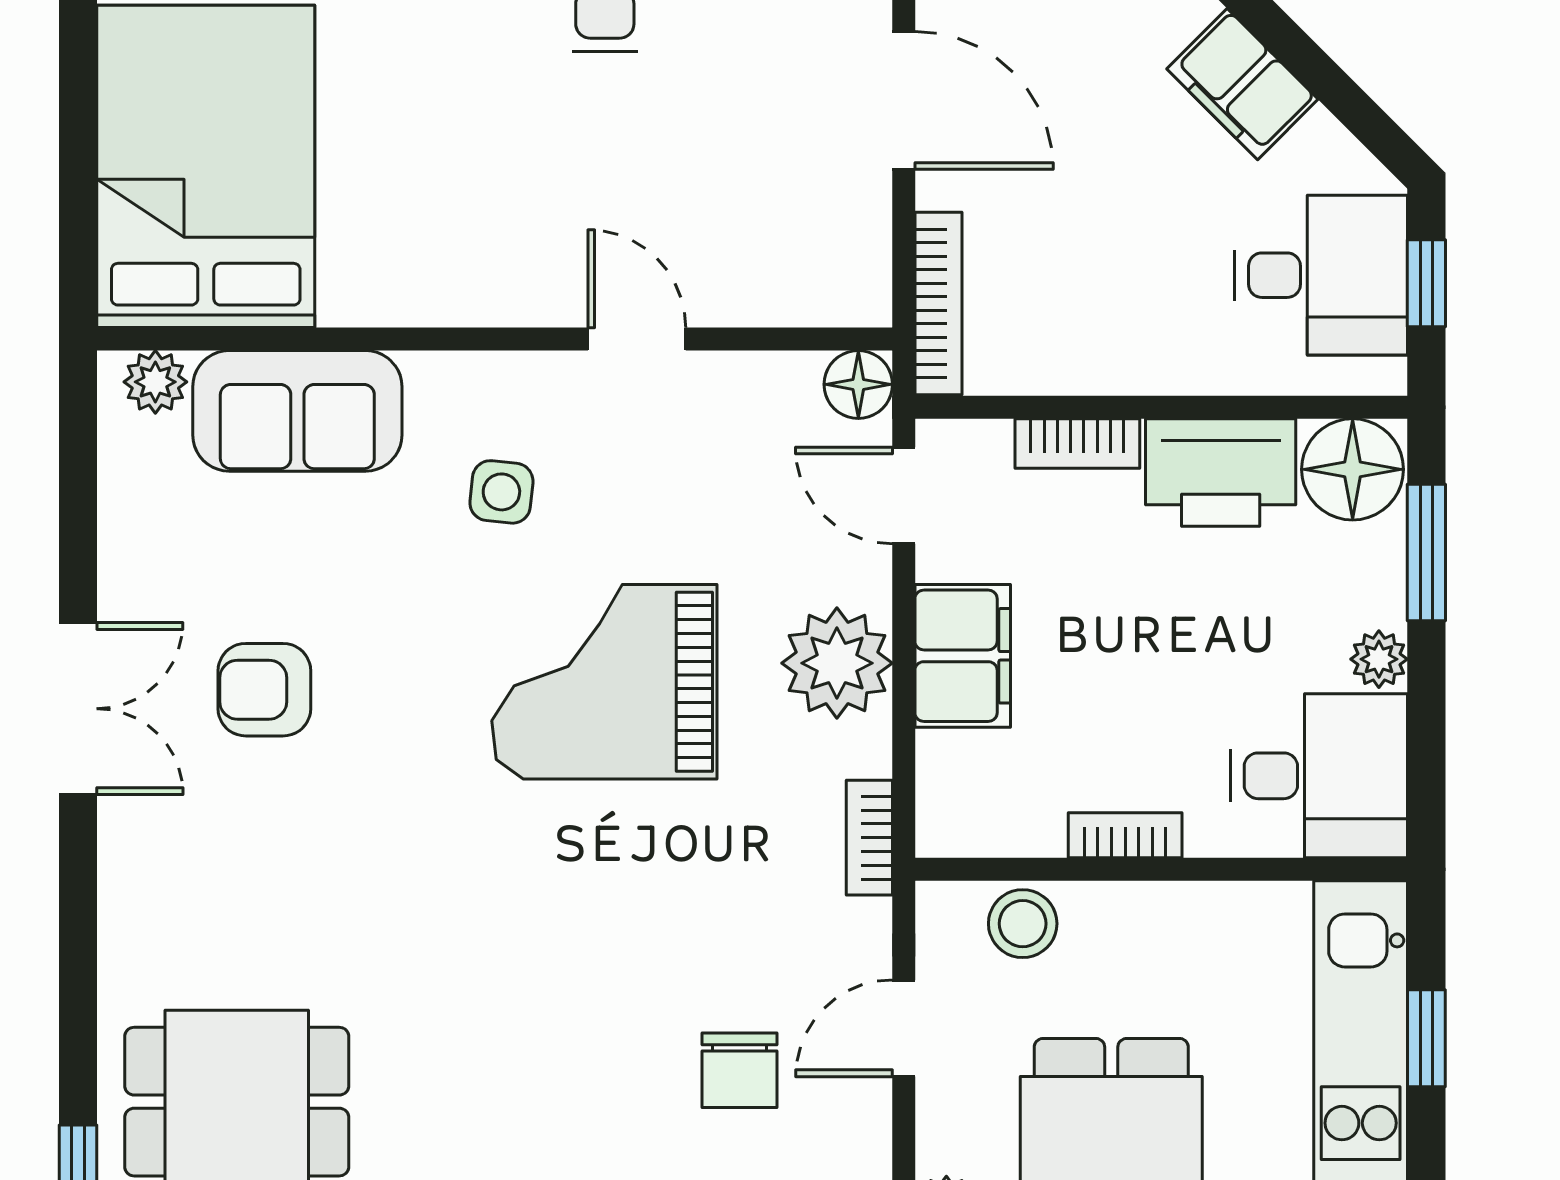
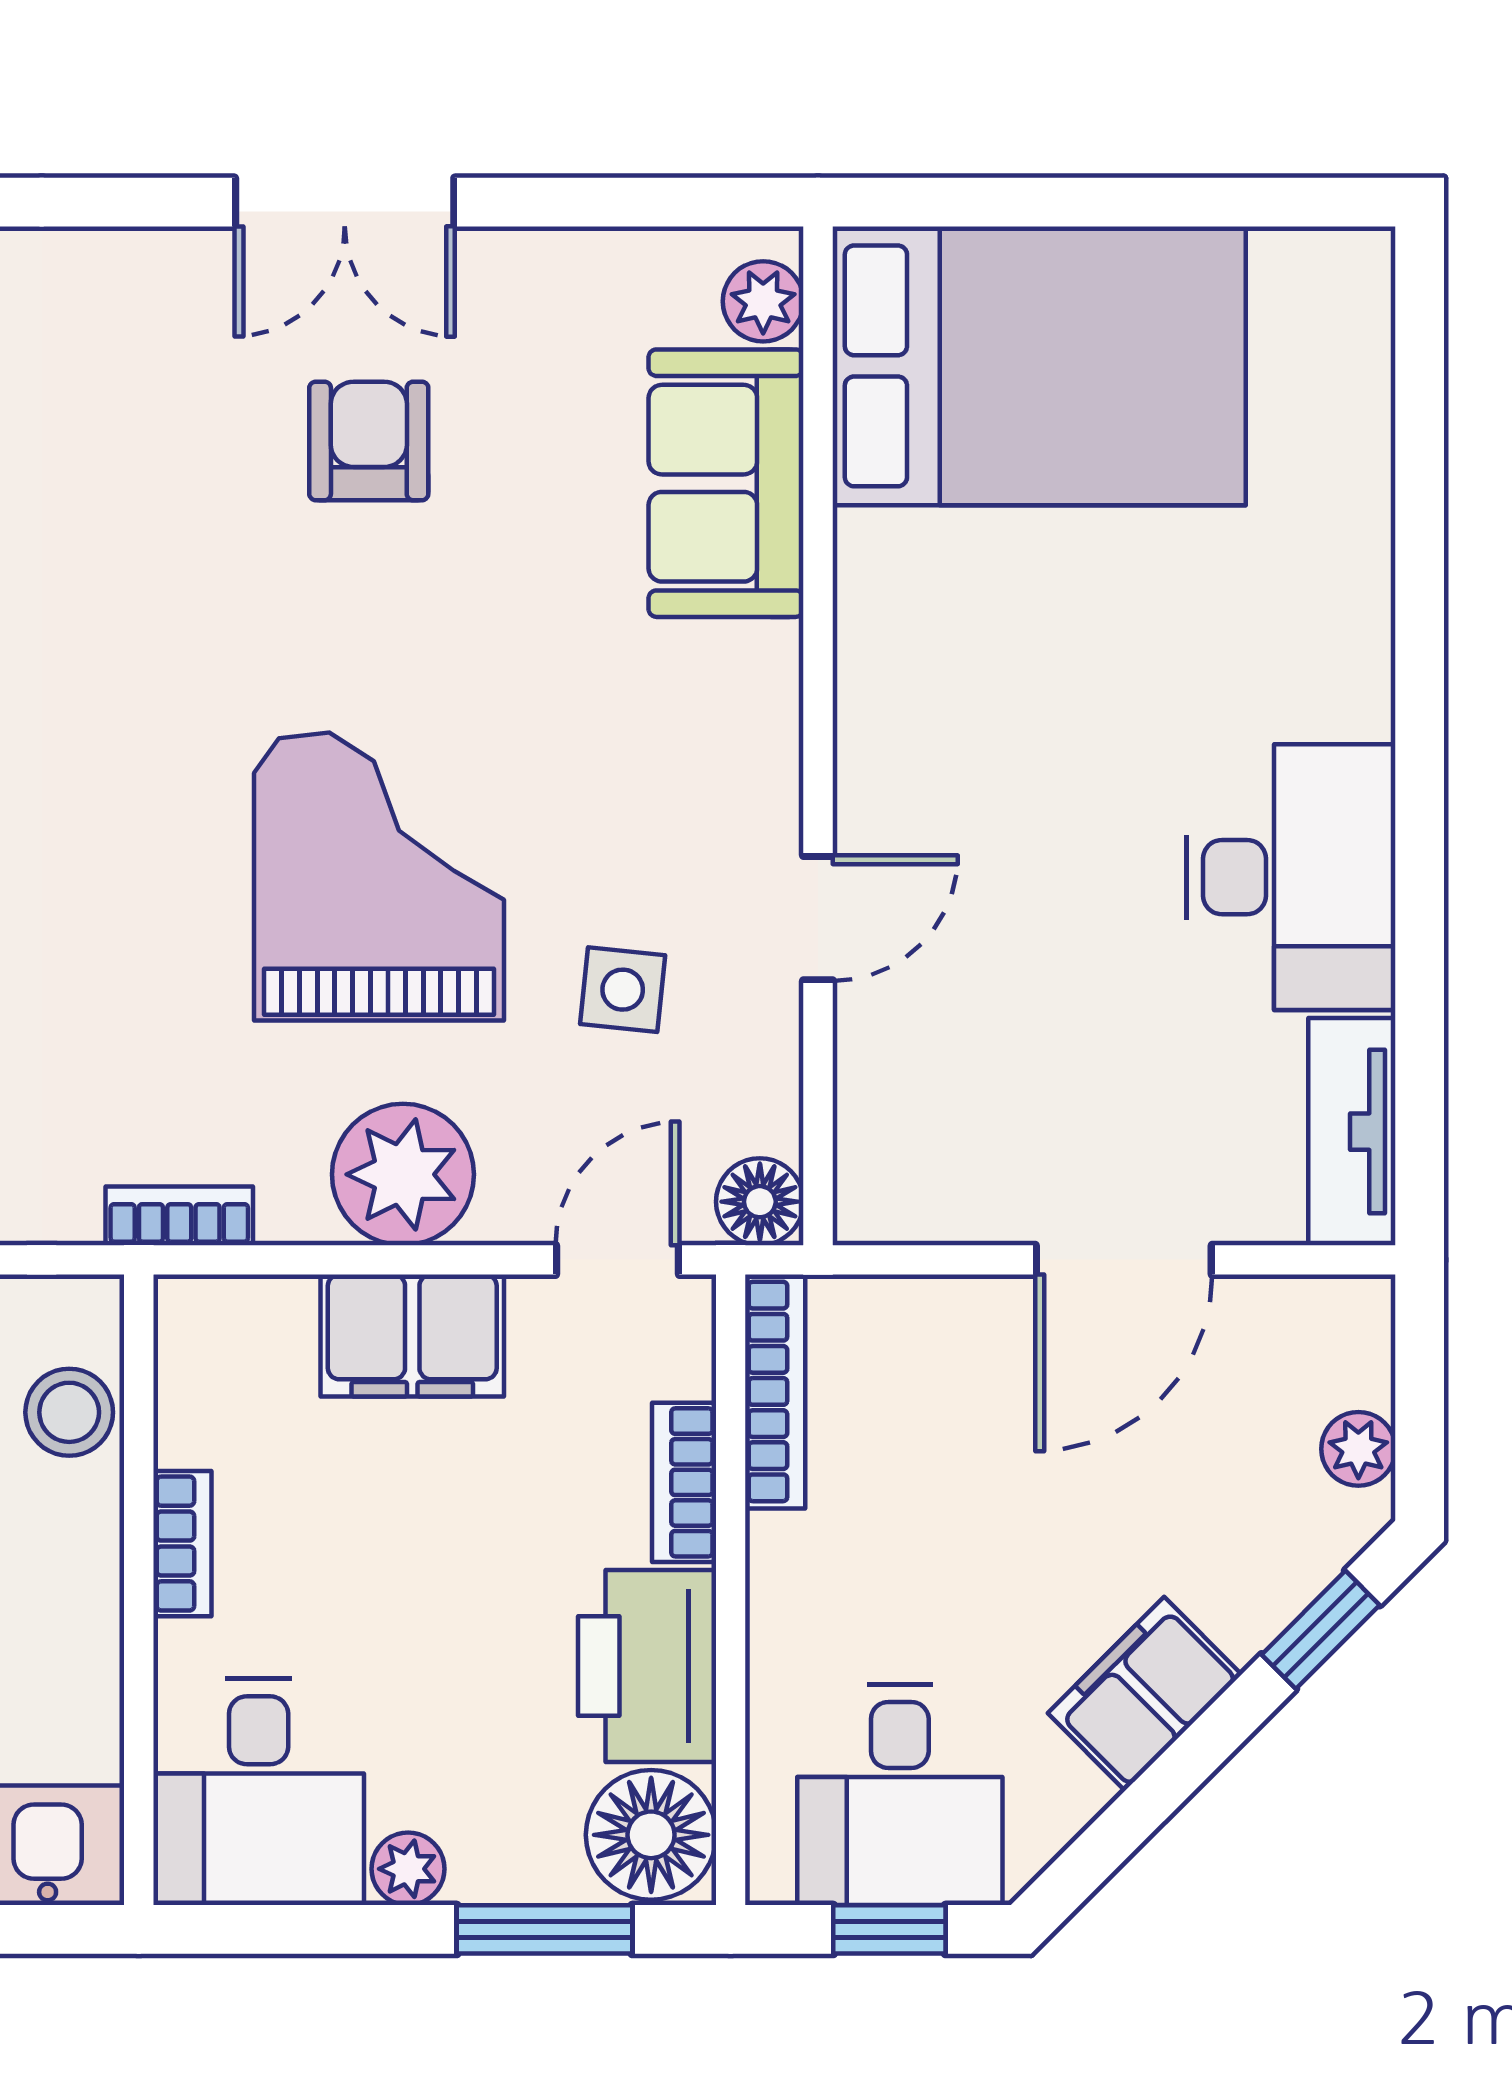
bookcase: (938, 304) -> (775, 1391), moved, turned -90
side table: (501, 492) -> (623, 990), moved

